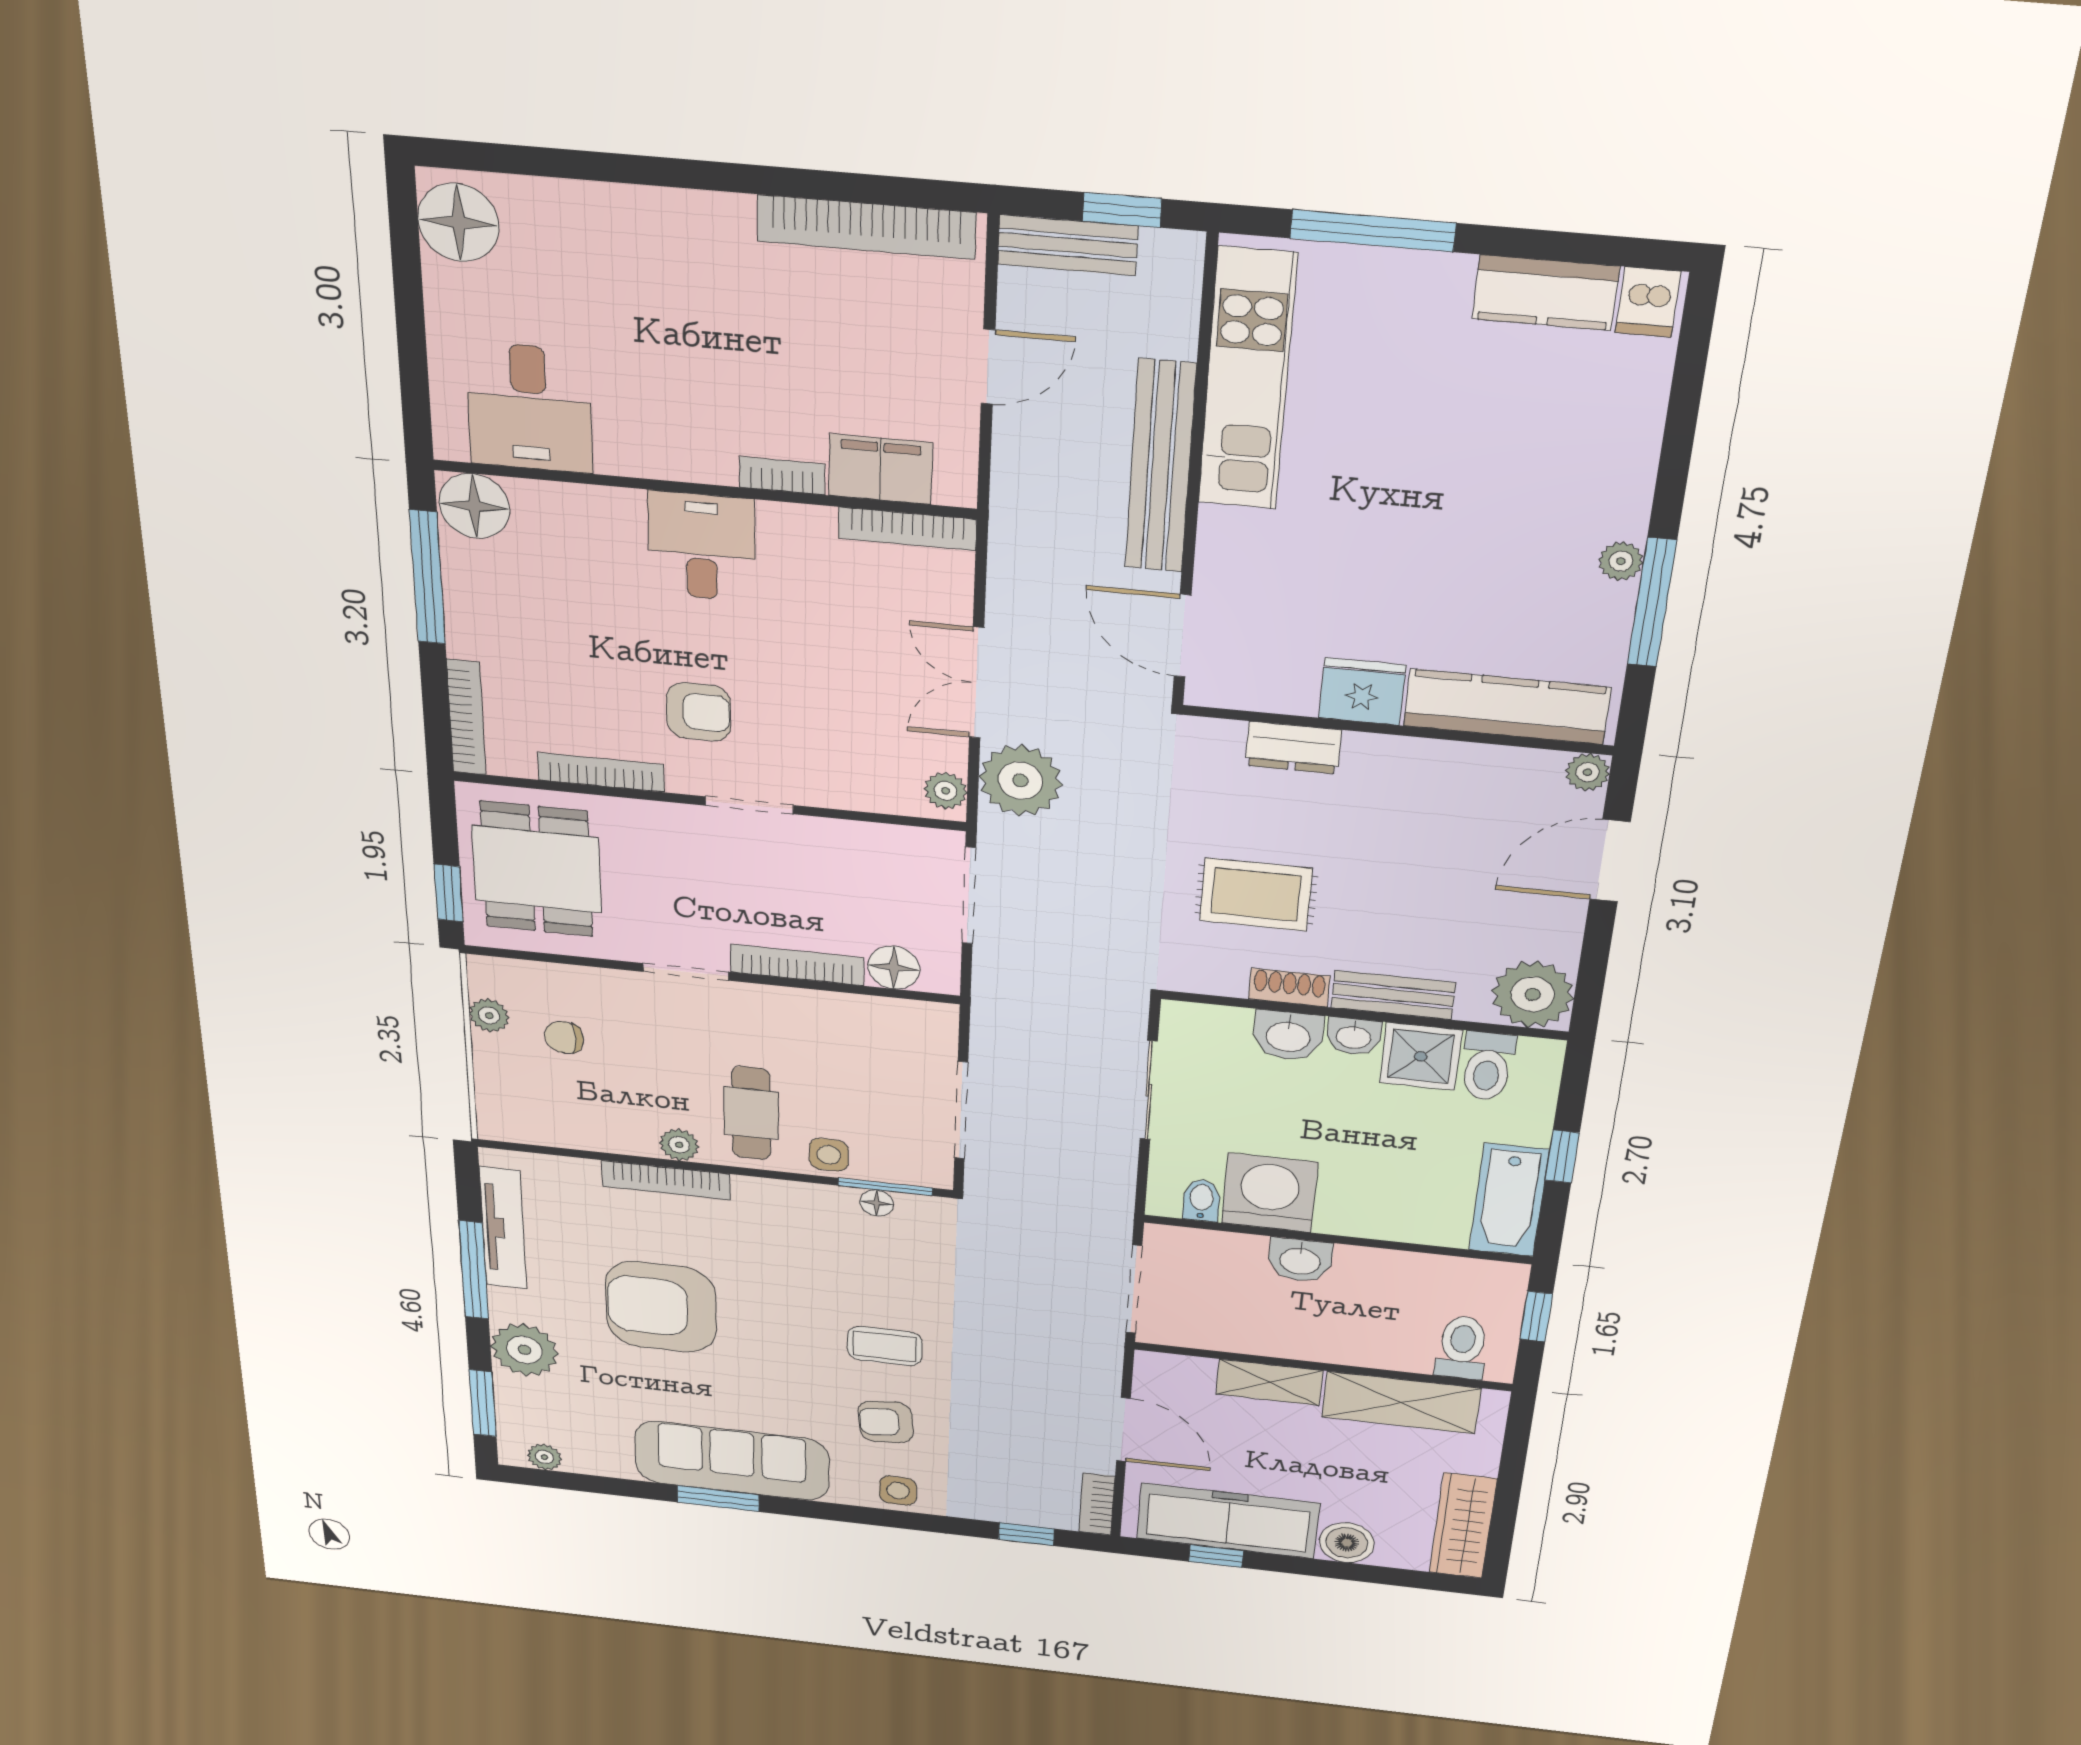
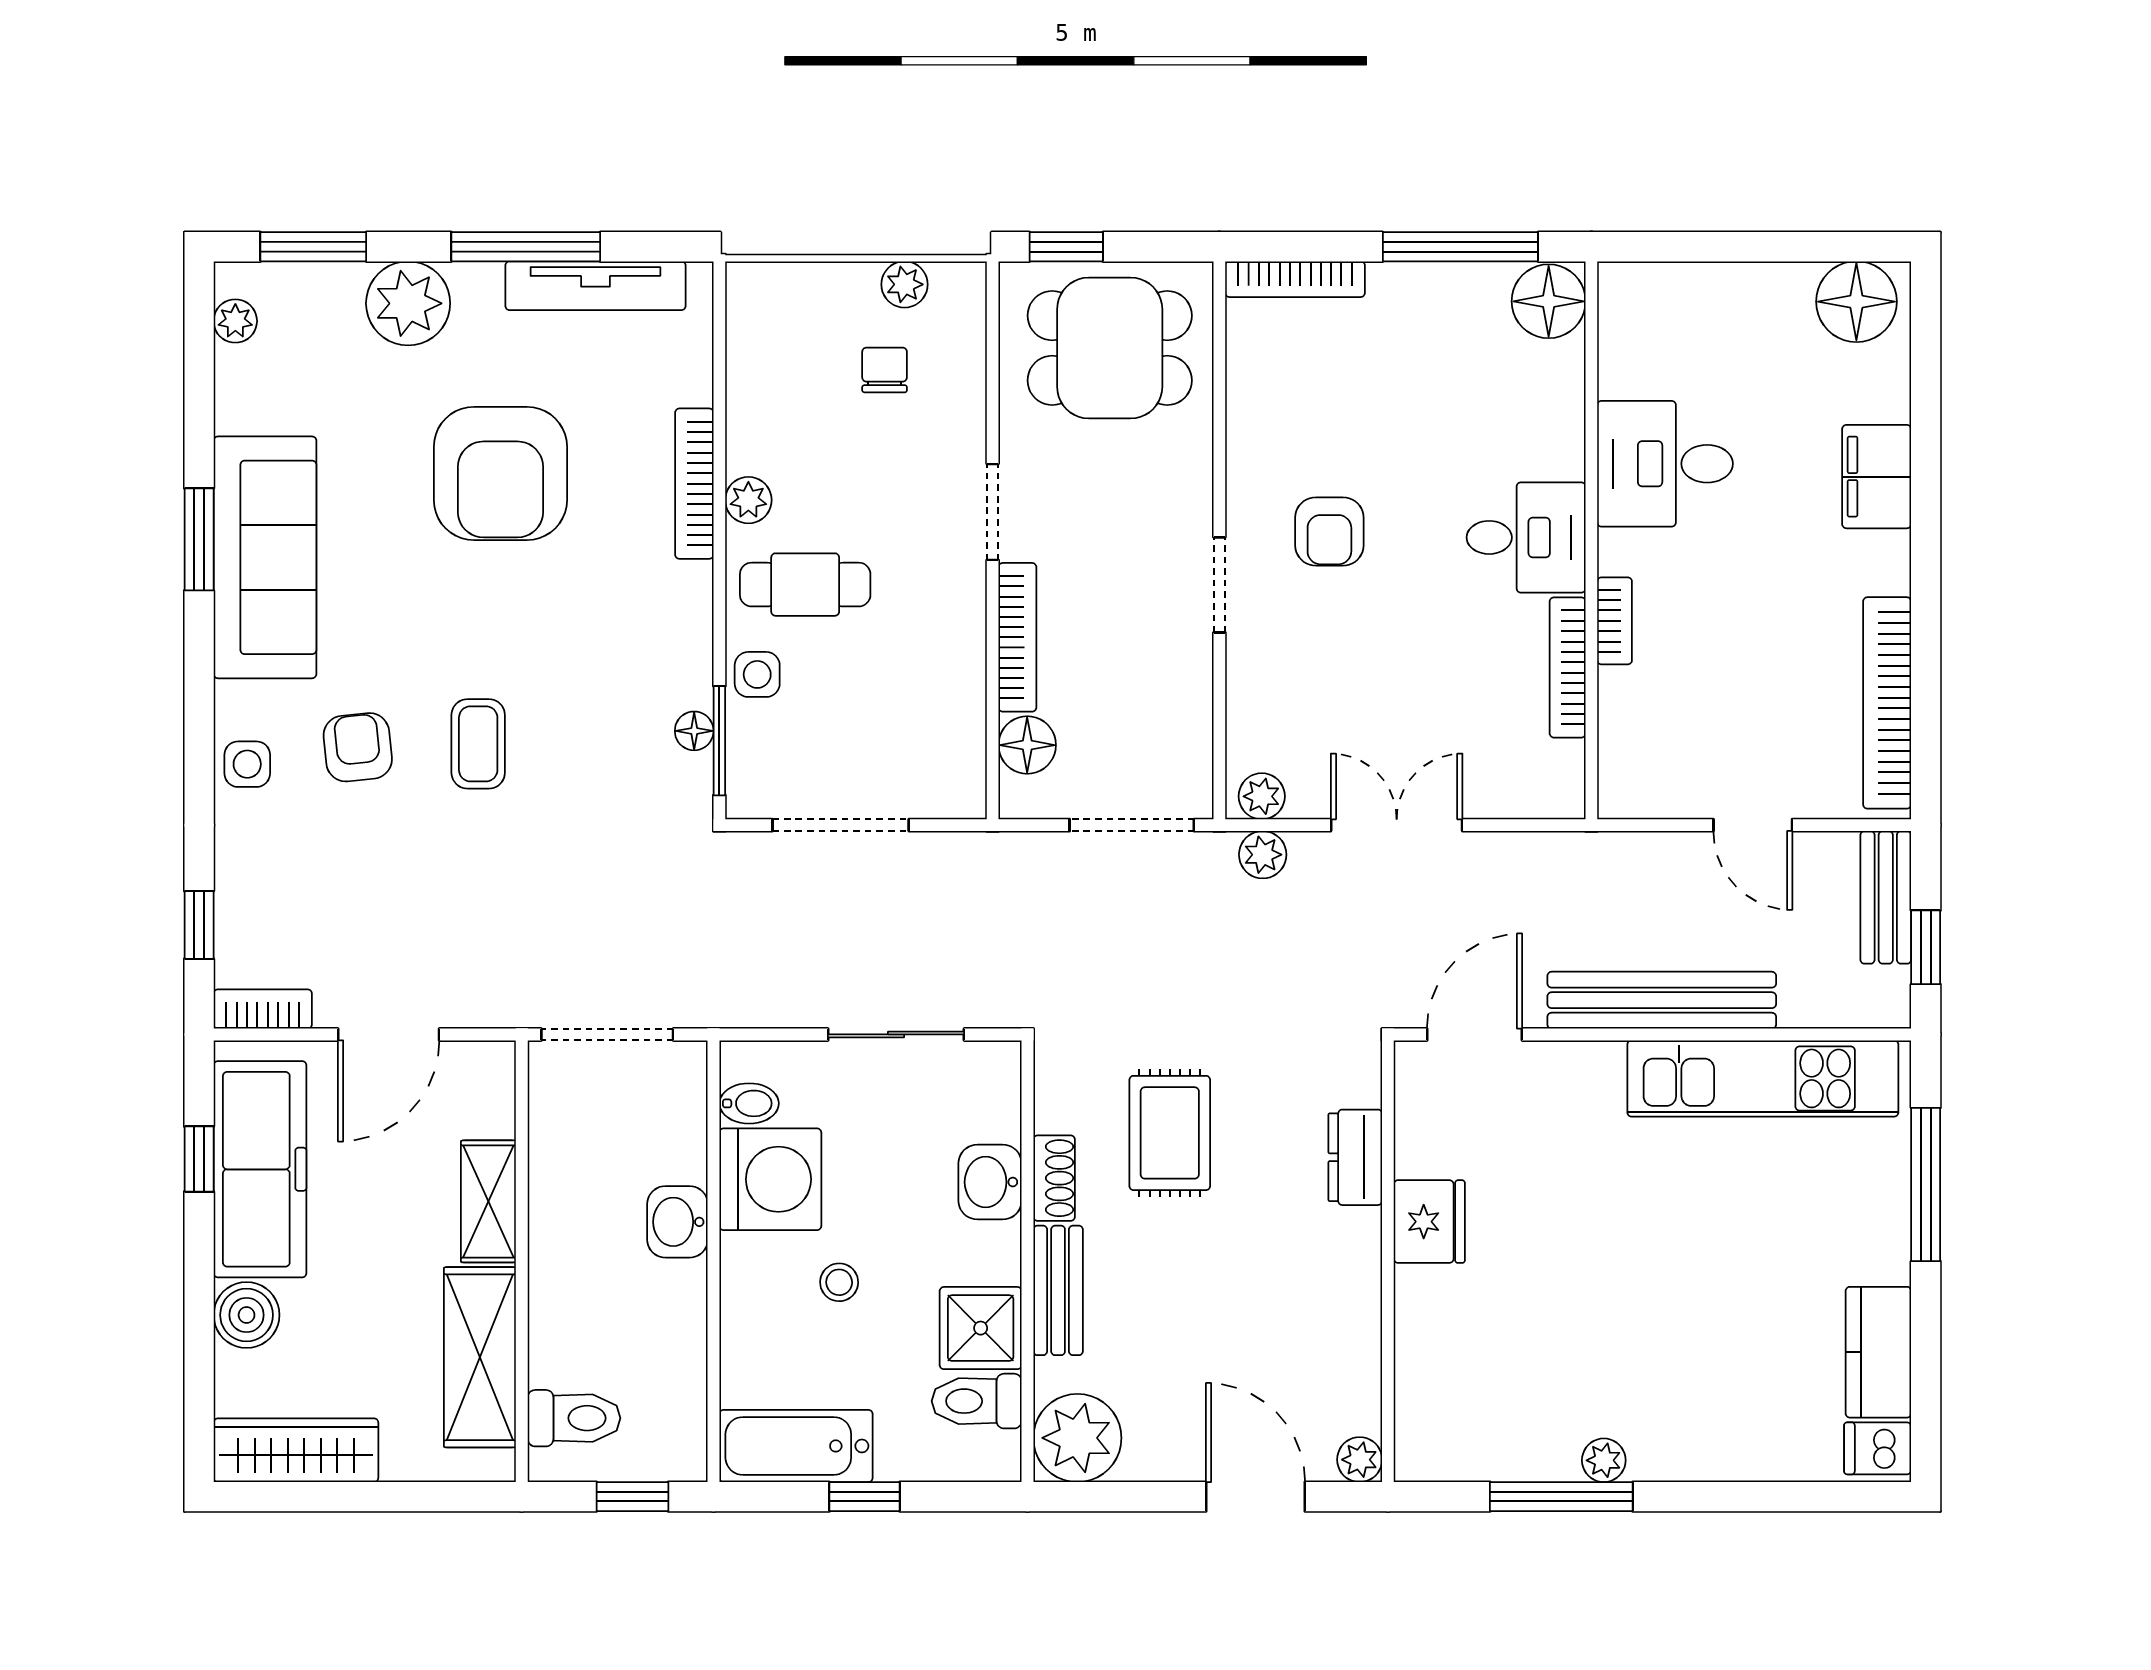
desk: (529, 408) -> (1665, 464), moved
filing cabinet: (881, 469) -> (1877, 477), moved, turned 180
bookcase: (907, 529) -> (1568, 667), moved
kitchen counter: (1507, 707) -> (1428, 1369), removed
bookcase: (601, 772) -> (1243, 424), removed
plant: (1021, 780) -> (1263, 855), width x0.53, depth x0.53
washbasin: (1354, 1036) -> (998, 1253), removed
stool: (1366, 1154) -> (839, 1282), added
armchair: (661, 1307) -> (500, 473), turned 180

